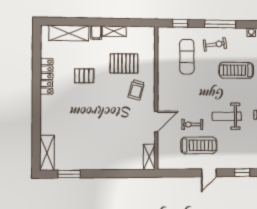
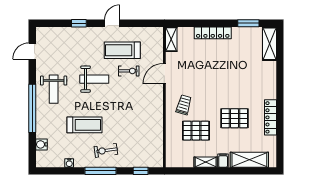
exercise mat: (187, 57) -> (134, 138), removed
pallet: (84, 76) -> (234, 118), width x1.50, depth x1.42
locker: (106, 164) -> (213, 33), added

